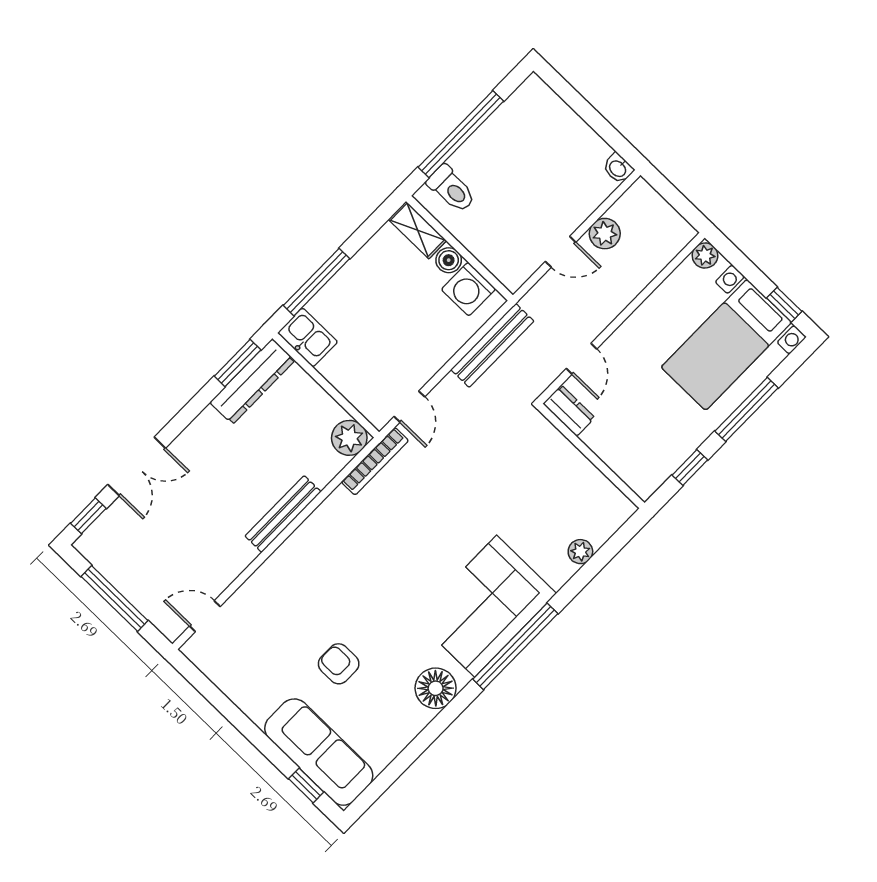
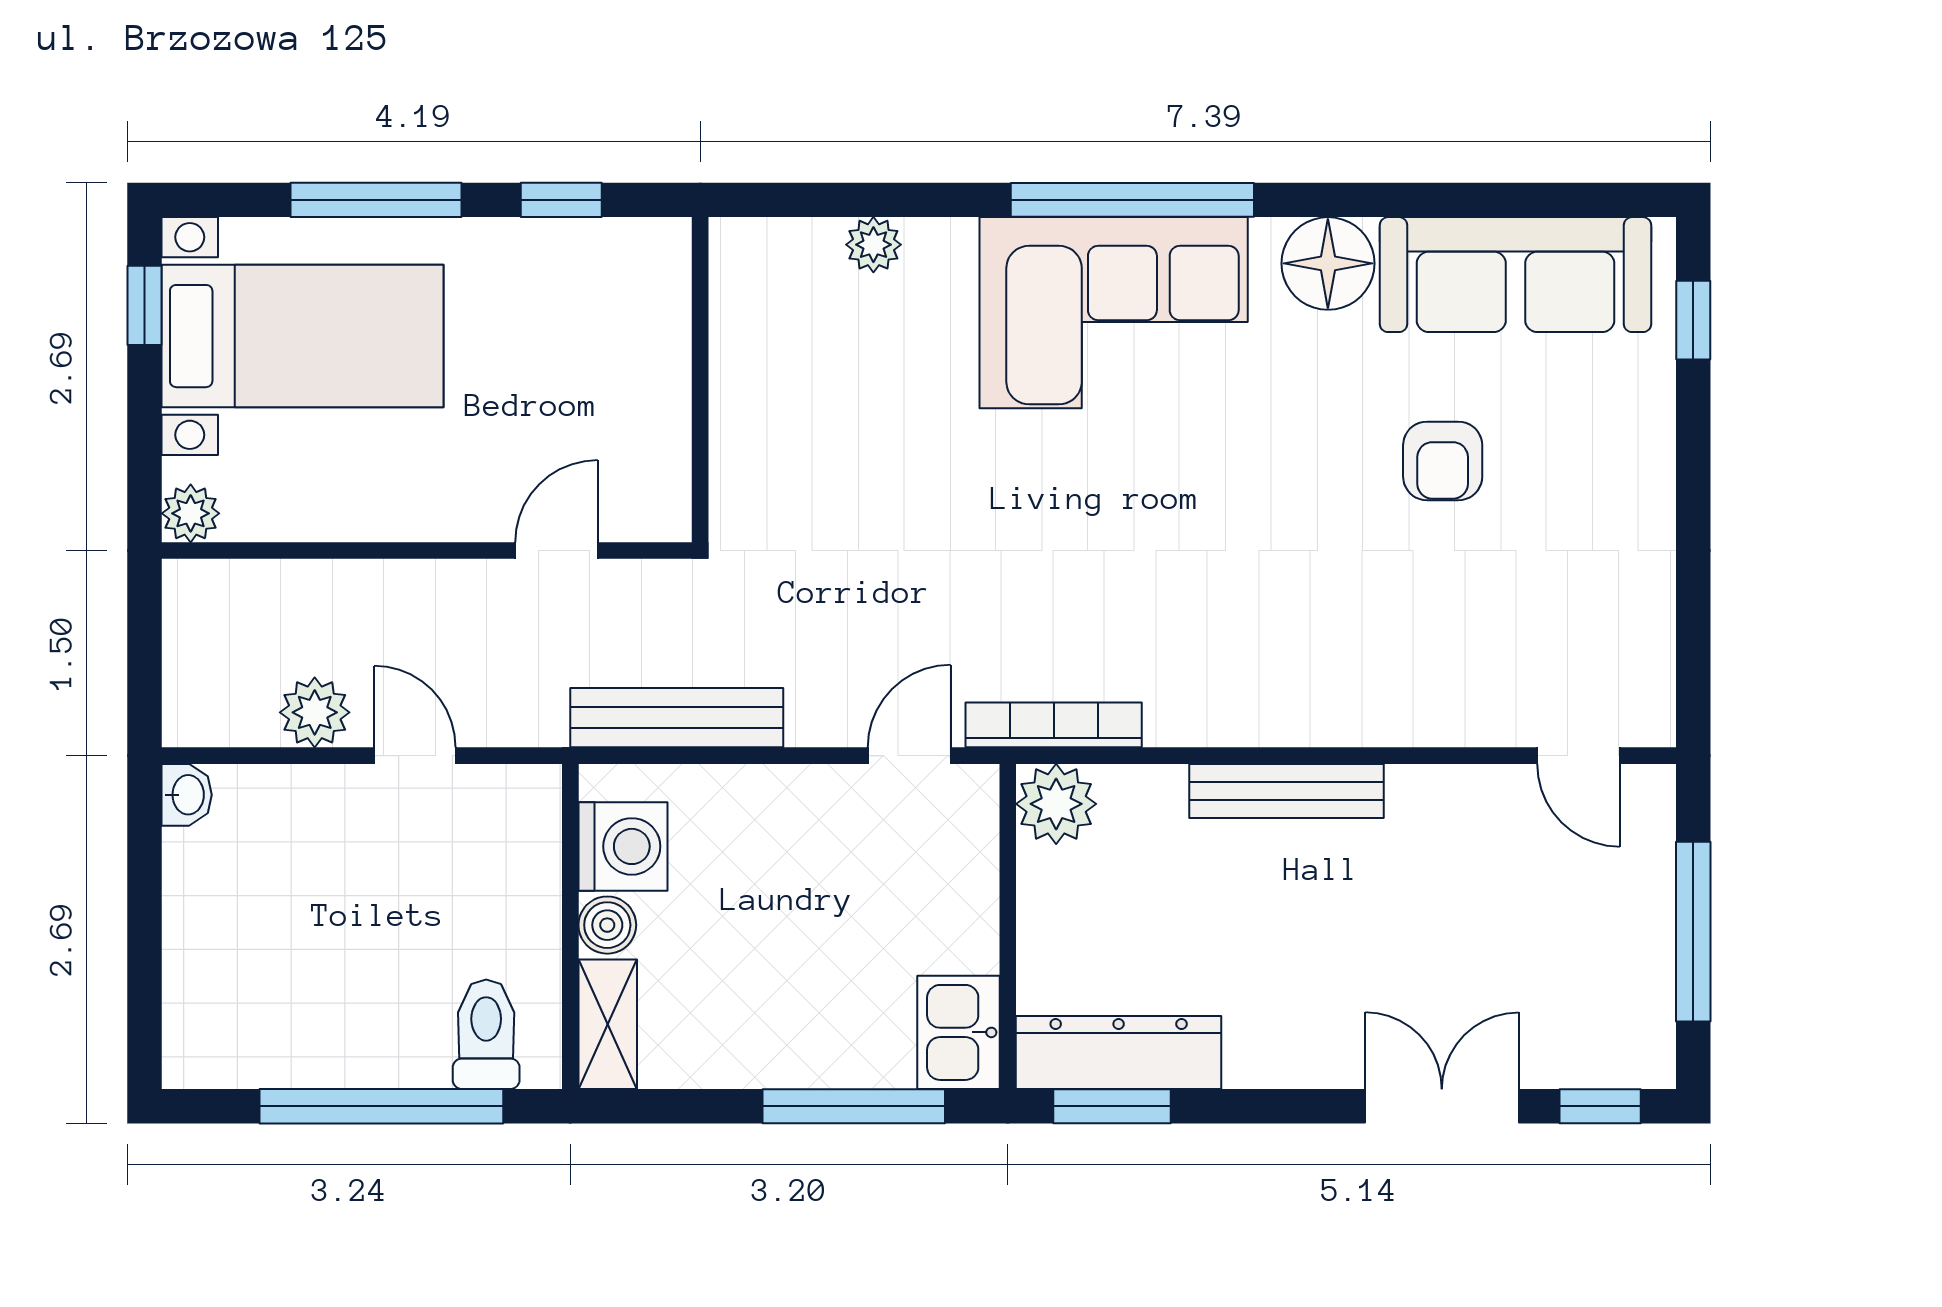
dresser: (569, 411) -> (662, 488), removed
sofa: (319, 752) -> (1515, 275), moved, turned -90

